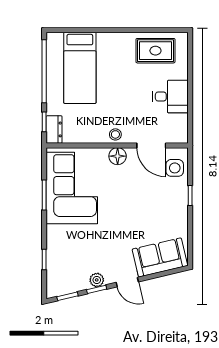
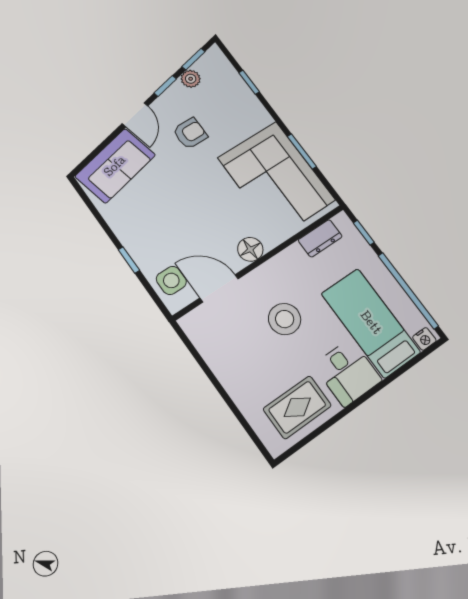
nightstand: (56, 38) -> (424, 339), added
desk: (170, 97) -> (348, 373), moved, turned -90
dresser: (54, 129) -> (320, 238), moved, turned -90
stool: (115, 134) -> (285, 319), moved, width x1.89, depth x1.89
armchair: (103, 249) -> (190, 133), added
plant: (97, 280) -> (191, 79), moved
door: (127, 282) -> (135, 115), swing flipped

